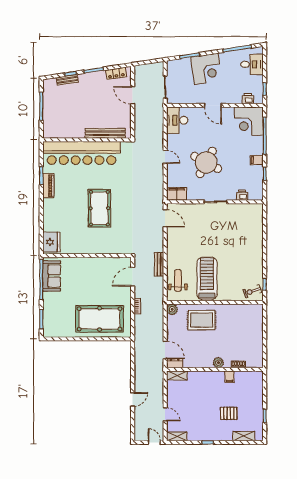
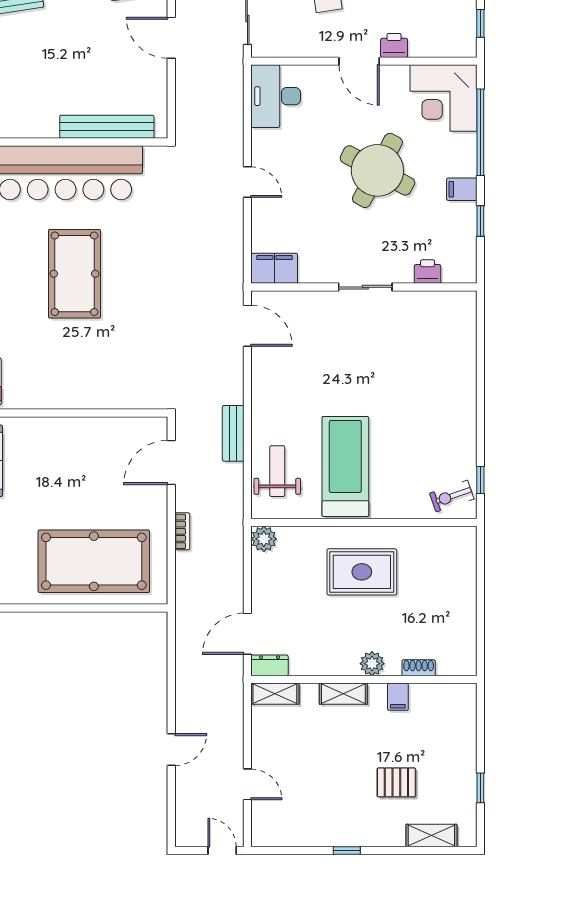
printer: (248, 99) -> (394, 45), moved
round table: (206, 162) -> (377, 170), moved
pool table: (99, 208) -> (74, 274), moved
rug: (202, 320) -> (362, 572), moved
door: (165, 350) -> (247, 634), swing flipped
shelving: (177, 436) -> (343, 694), moved

